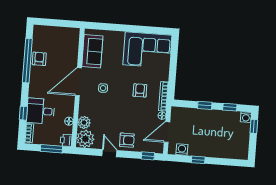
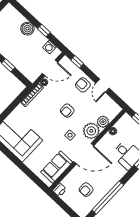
armchair: (39, 59) -> (86, 190), moved
armchair: (140, 90) -> (67, 111), moved
plant: (85, 139) -> (91, 131), moved
printer: (66, 140) -> (60, 190), moved
boiler: (214, 150) -> (27, 29), added

